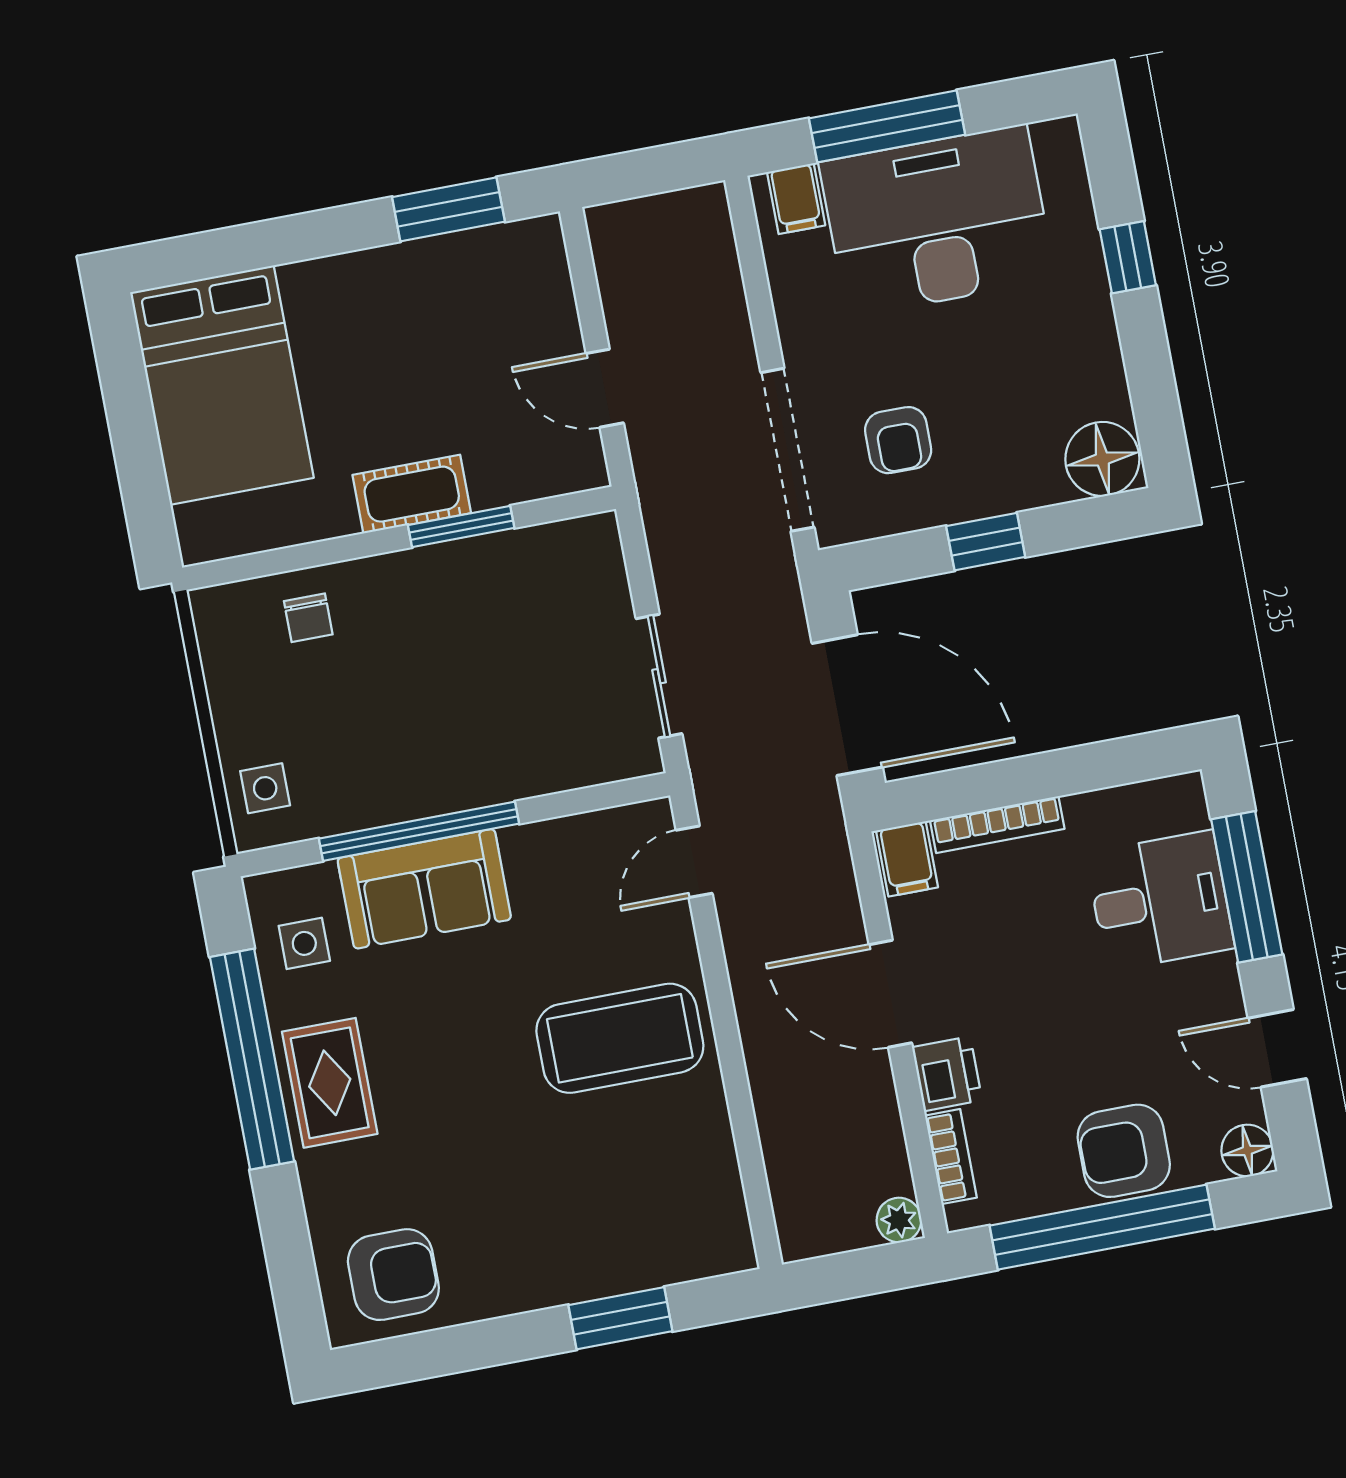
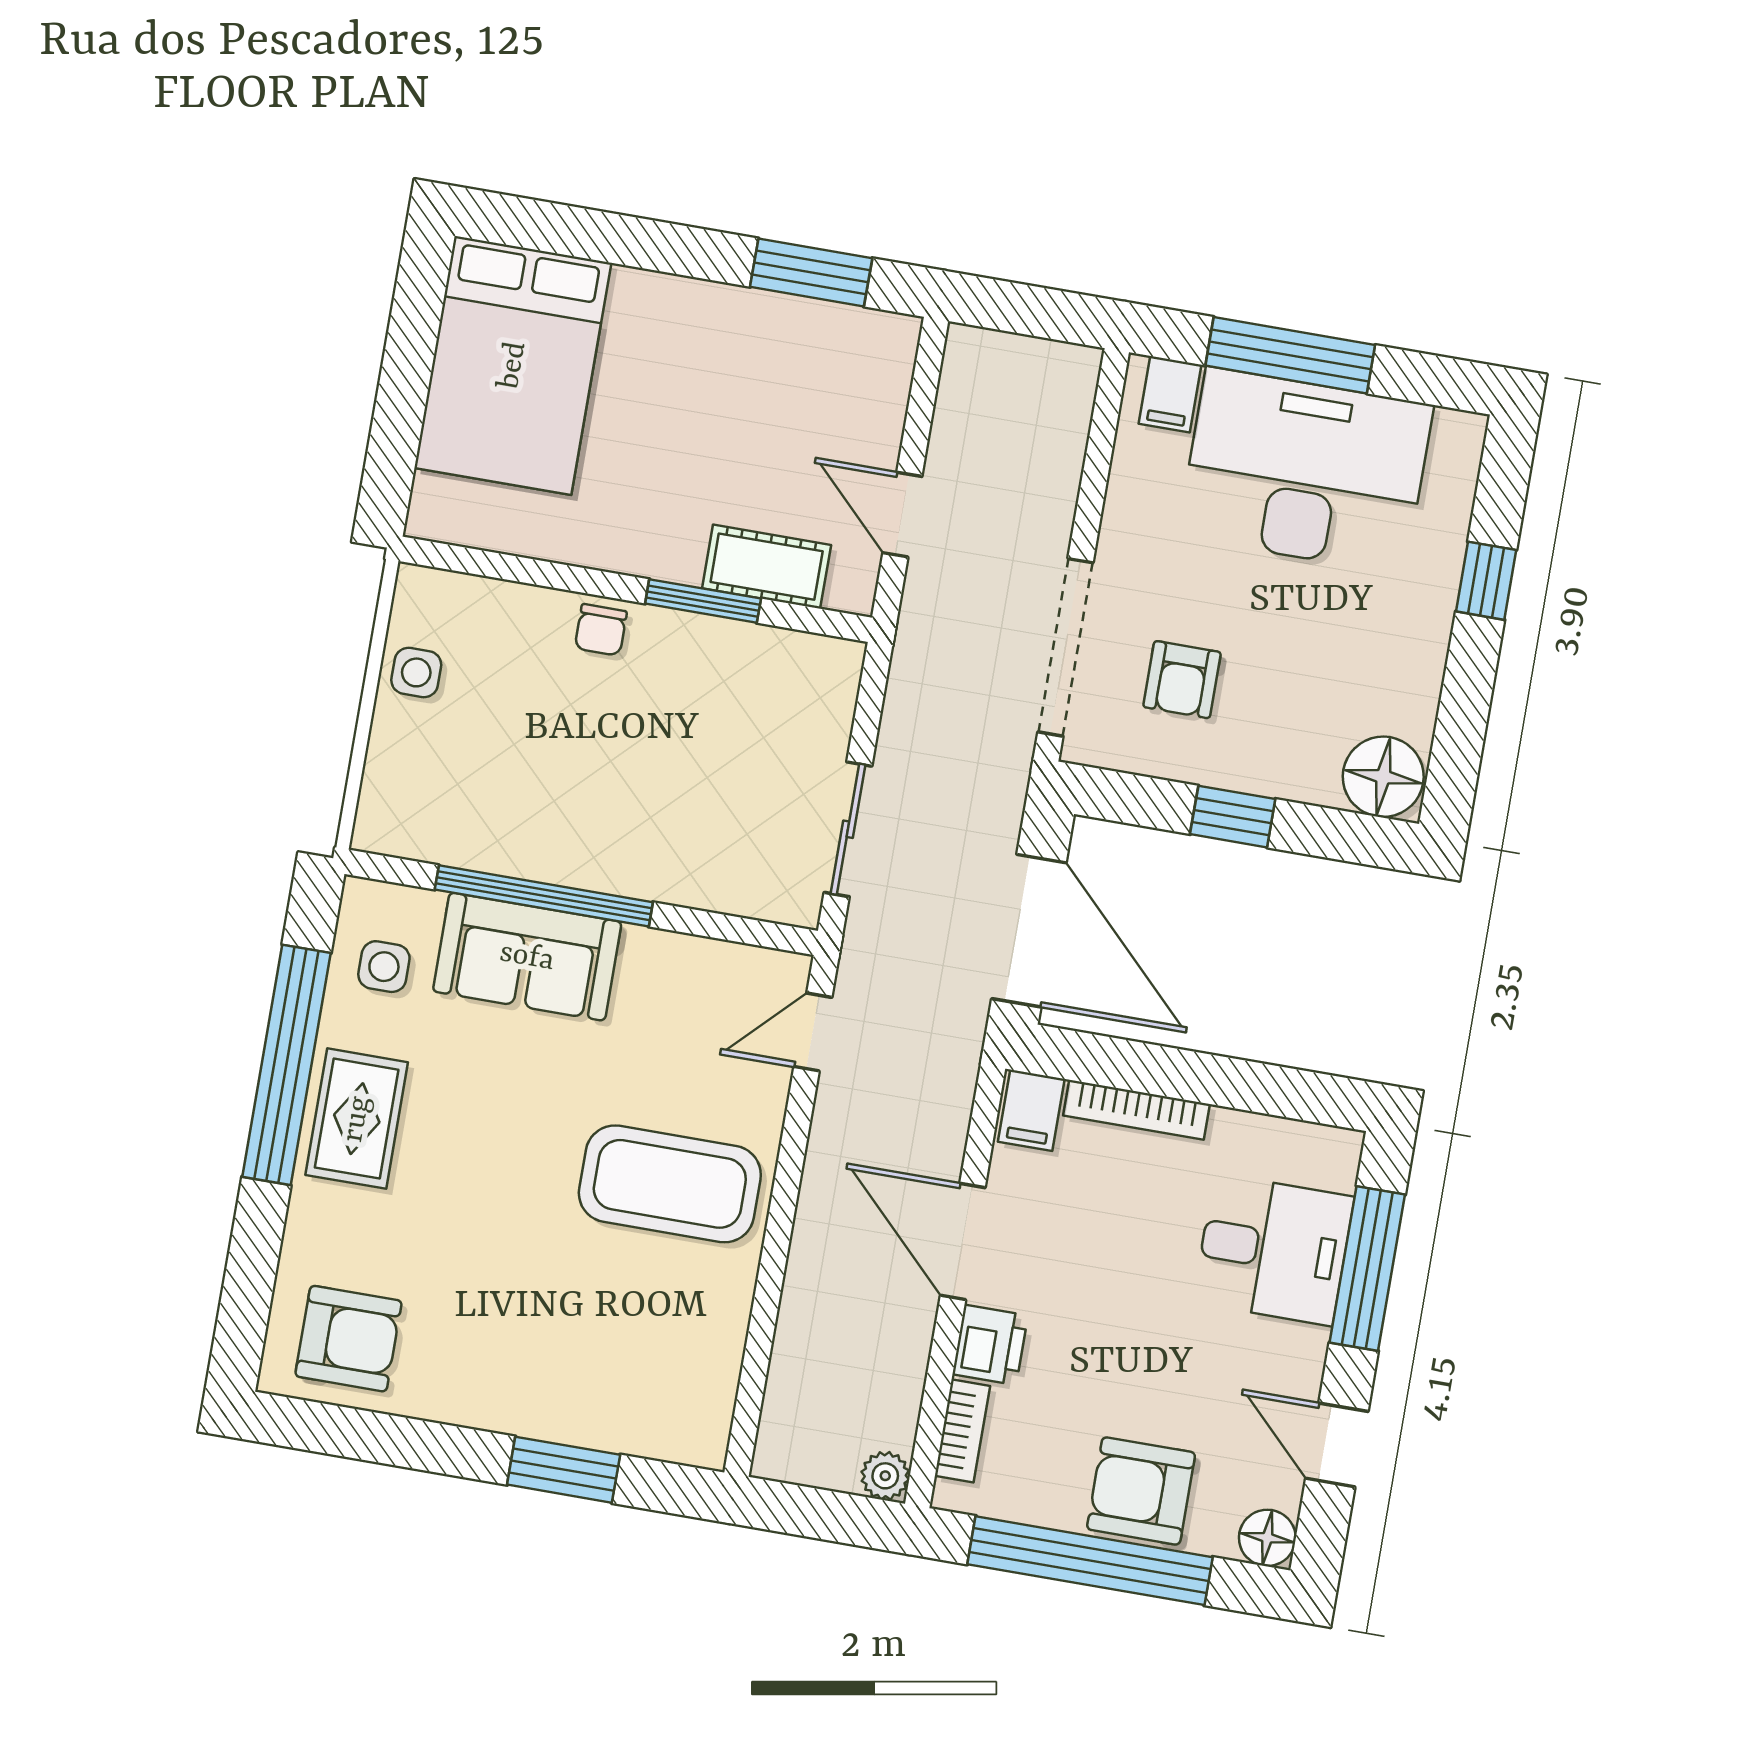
cot: (412, 494) -> (767, 567), moved
chair: (308, 618) -> (601, 630), moved
side table: (265, 788) -> (416, 672), moved

